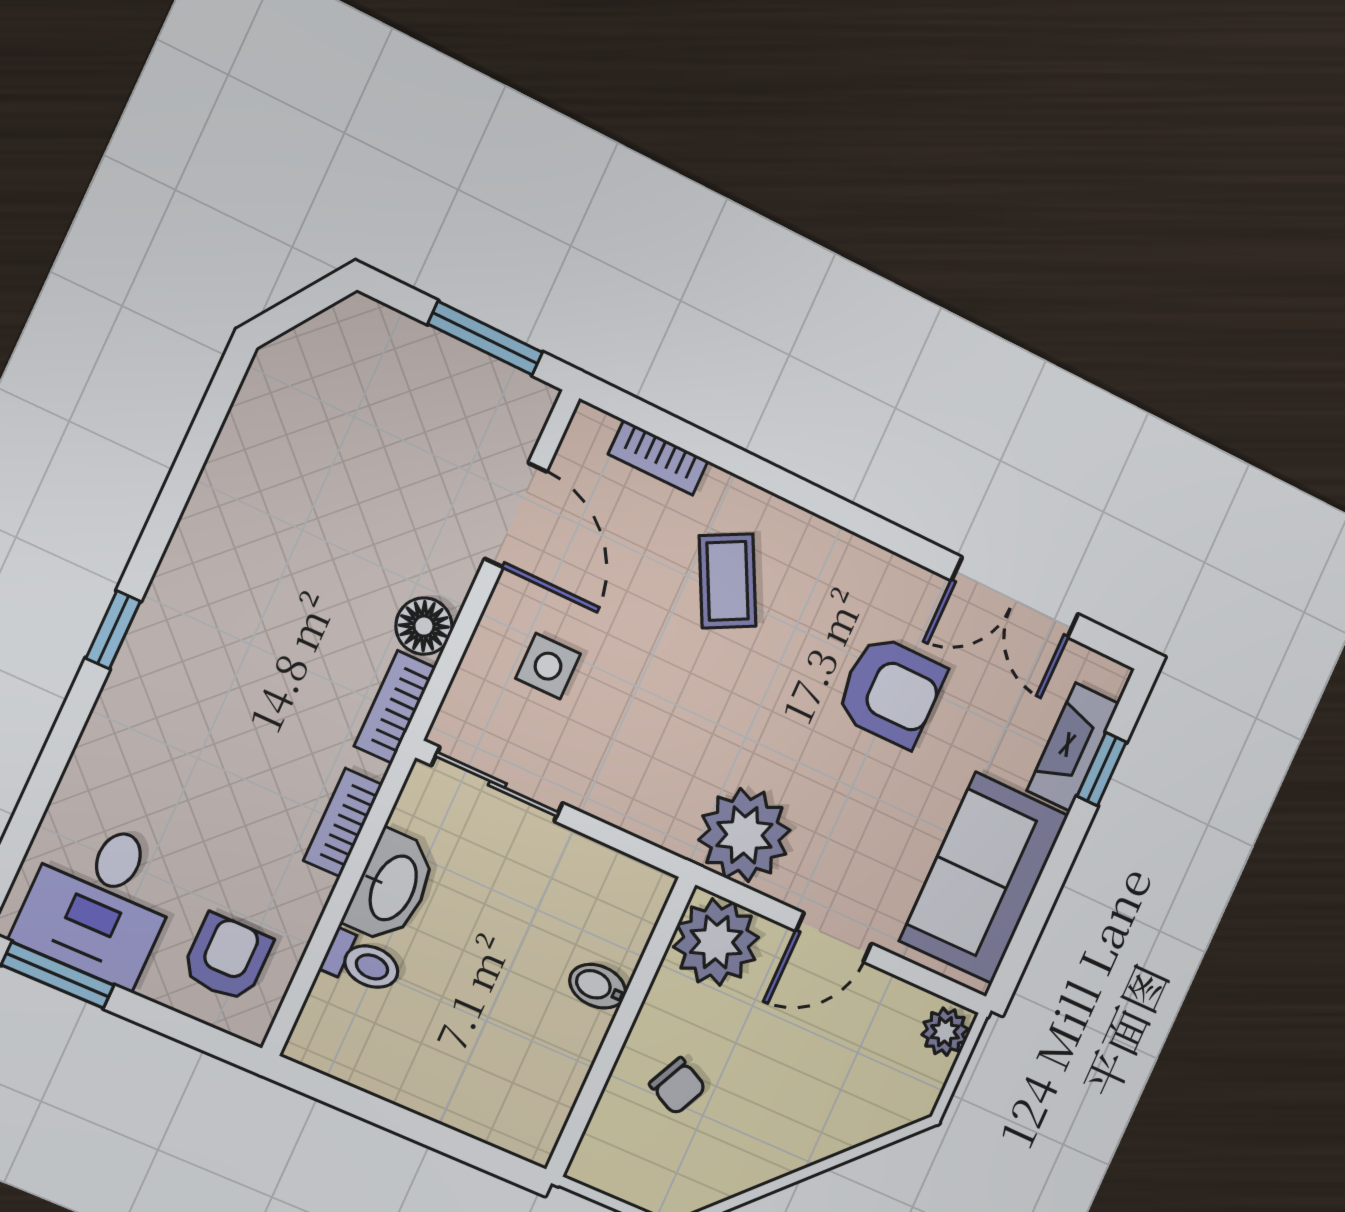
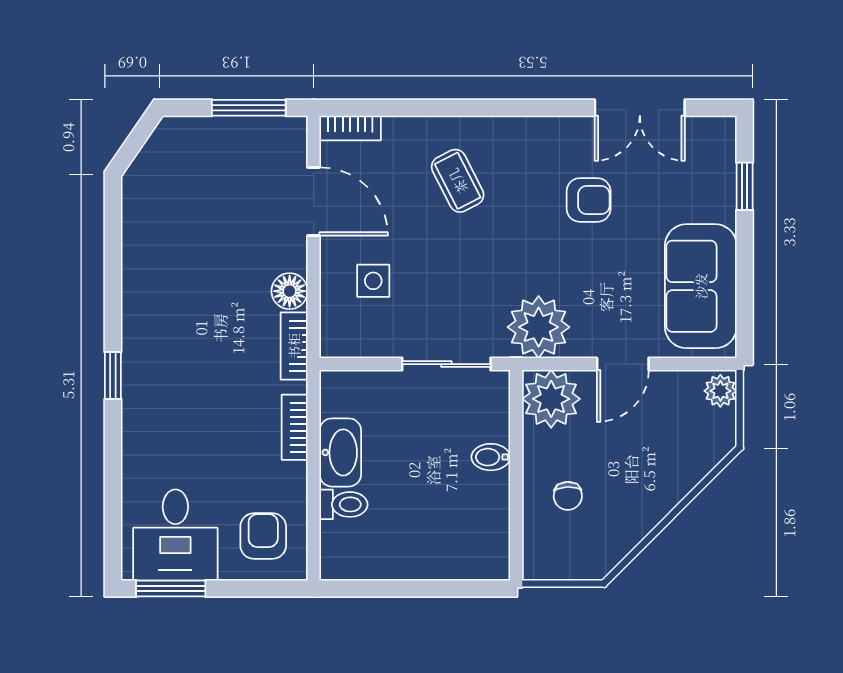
bookcase: (658, 458) -> (350, 128), moved
armchair: (891, 691) -> (589, 200), width x0.72, depth x0.72
fireplace: (1073, 747) -> (720, 181), removed
sliding door: (497, 784) -> (446, 364), moved
chair: (678, 1086) -> (568, 496), turned 62

